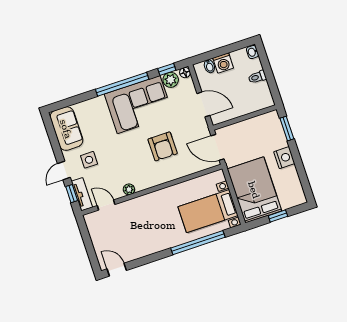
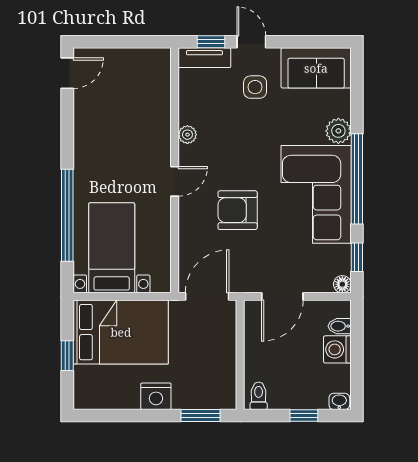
window: (267, 70) -> (304, 416), added
toilet: (257, 77) -> (259, 396), moved
plant: (171, 80) -> (338, 131), moved
door: (106, 205) -> (175, 181), moved

